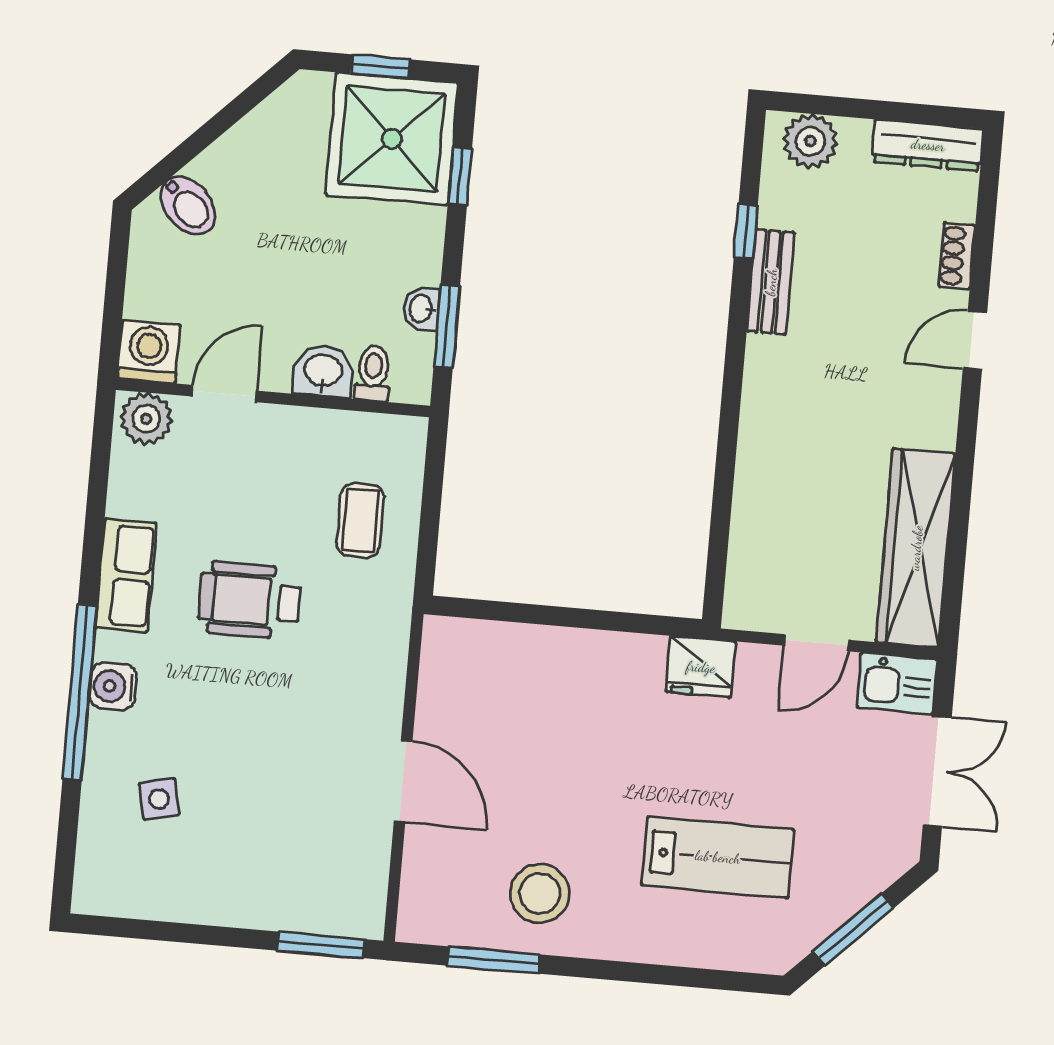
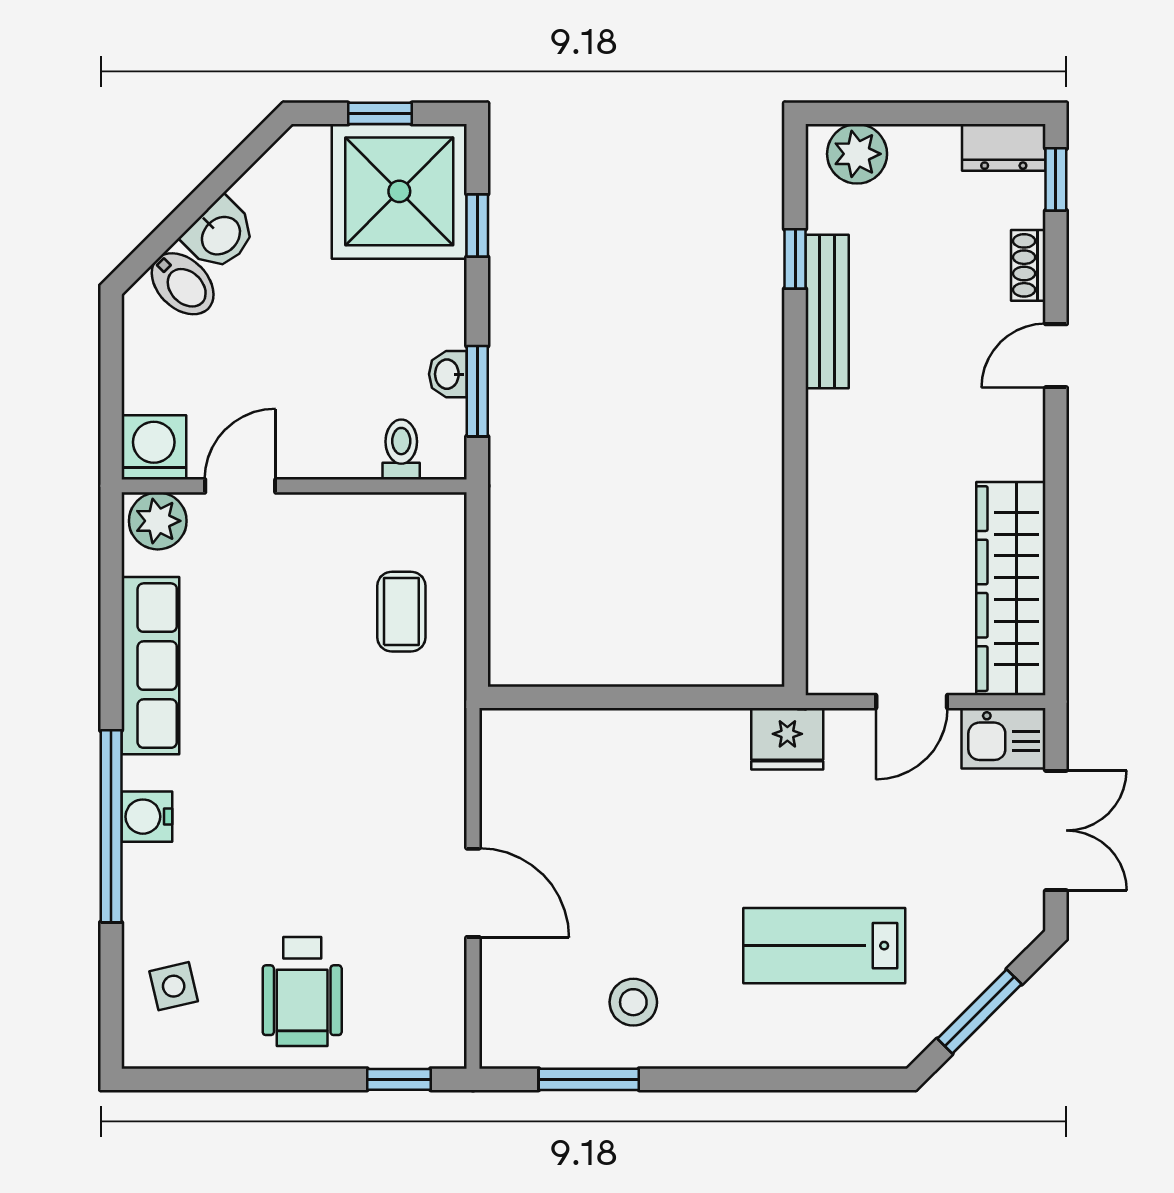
dresser: (928, 145) -> (1004, 147), width x0.70
window: (989, 180) -> (1056, 179), added
bench: (771, 282) -> (827, 312), width x1.36
washbasin: (323, 371) -> (220, 235), moved, turned 135
row of seats: (126, 576) -> (150, 666), width x1.48
wheelchair: (249, 600) -> (302, 991), moved, turned -90
side table: (159, 799) -> (174, 986), moved
lab bench: (718, 857) -> (824, 946), turned 180
stool: (540, 893) -> (633, 1002), width x0.73, depth x0.73
window: (321, 945) -> (399, 1079), width x0.67

